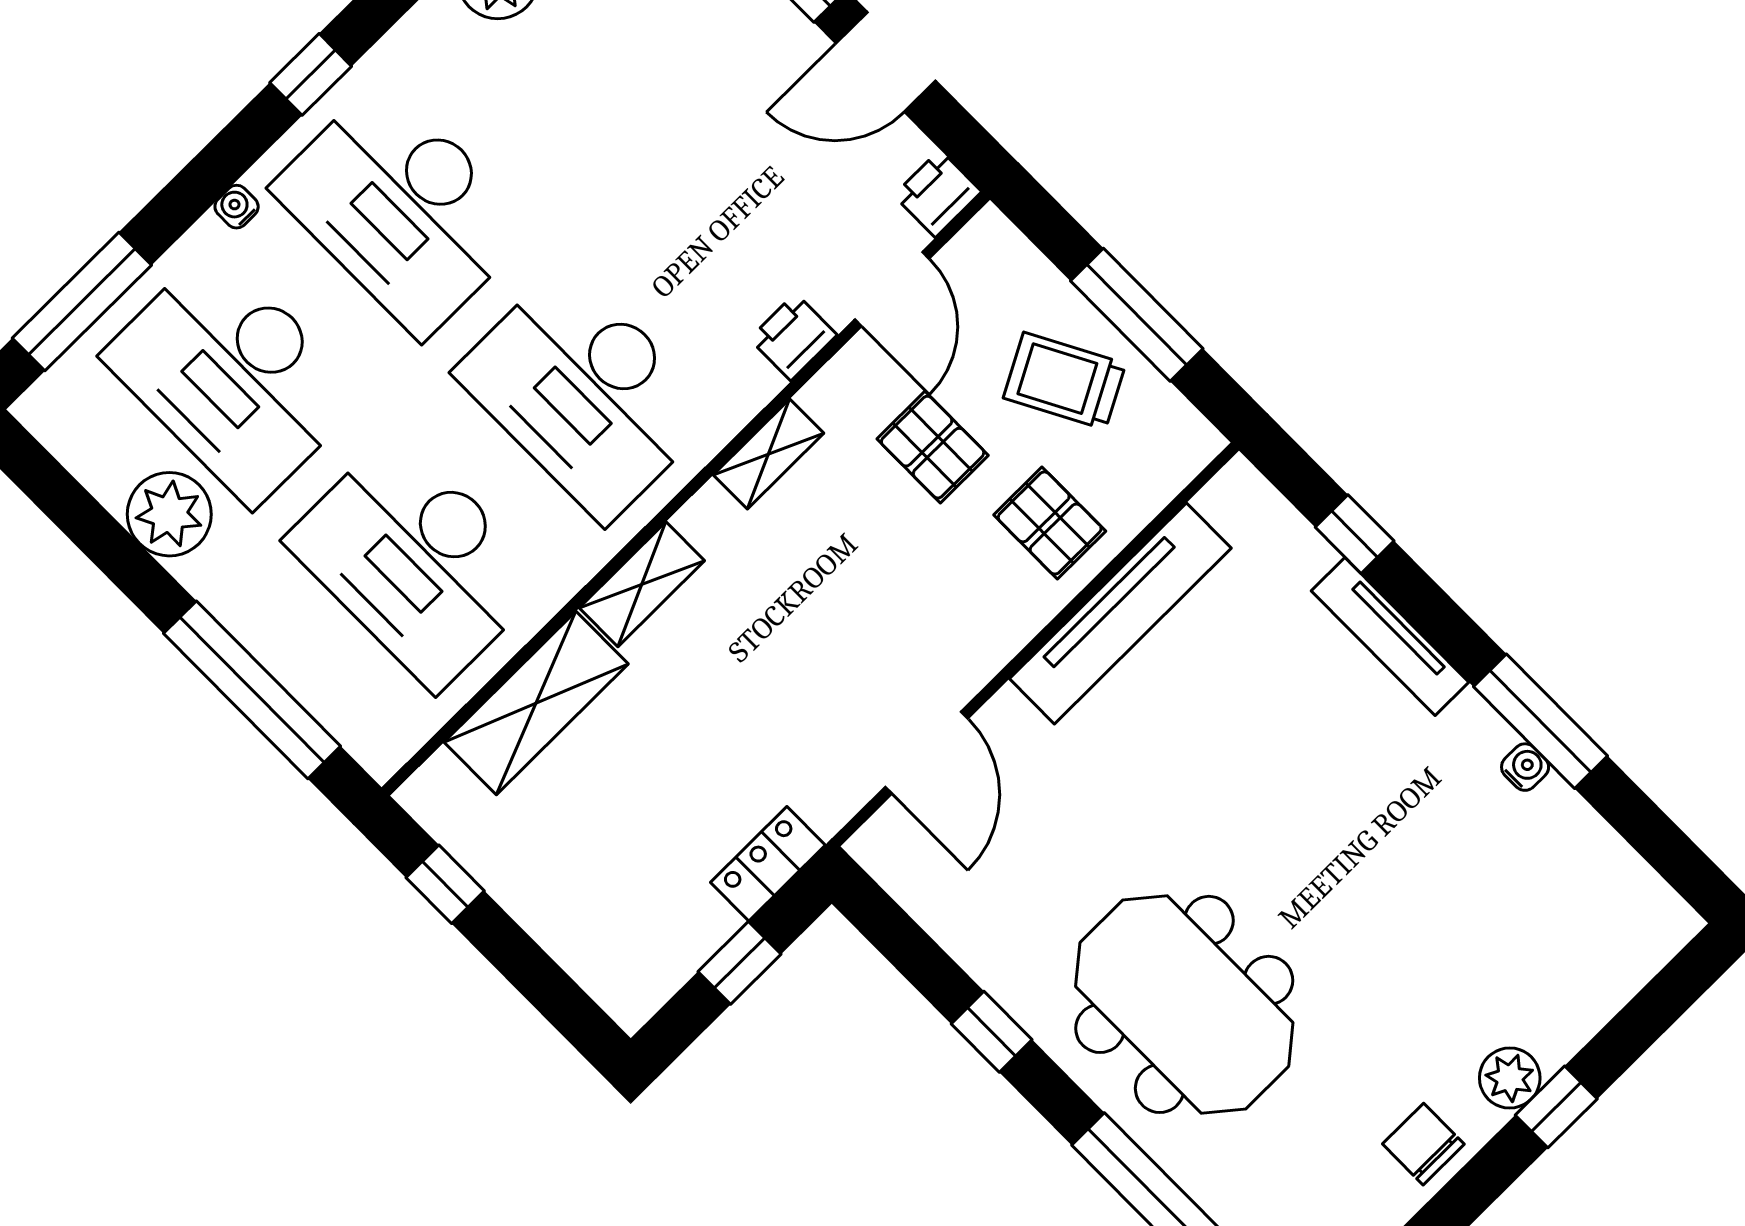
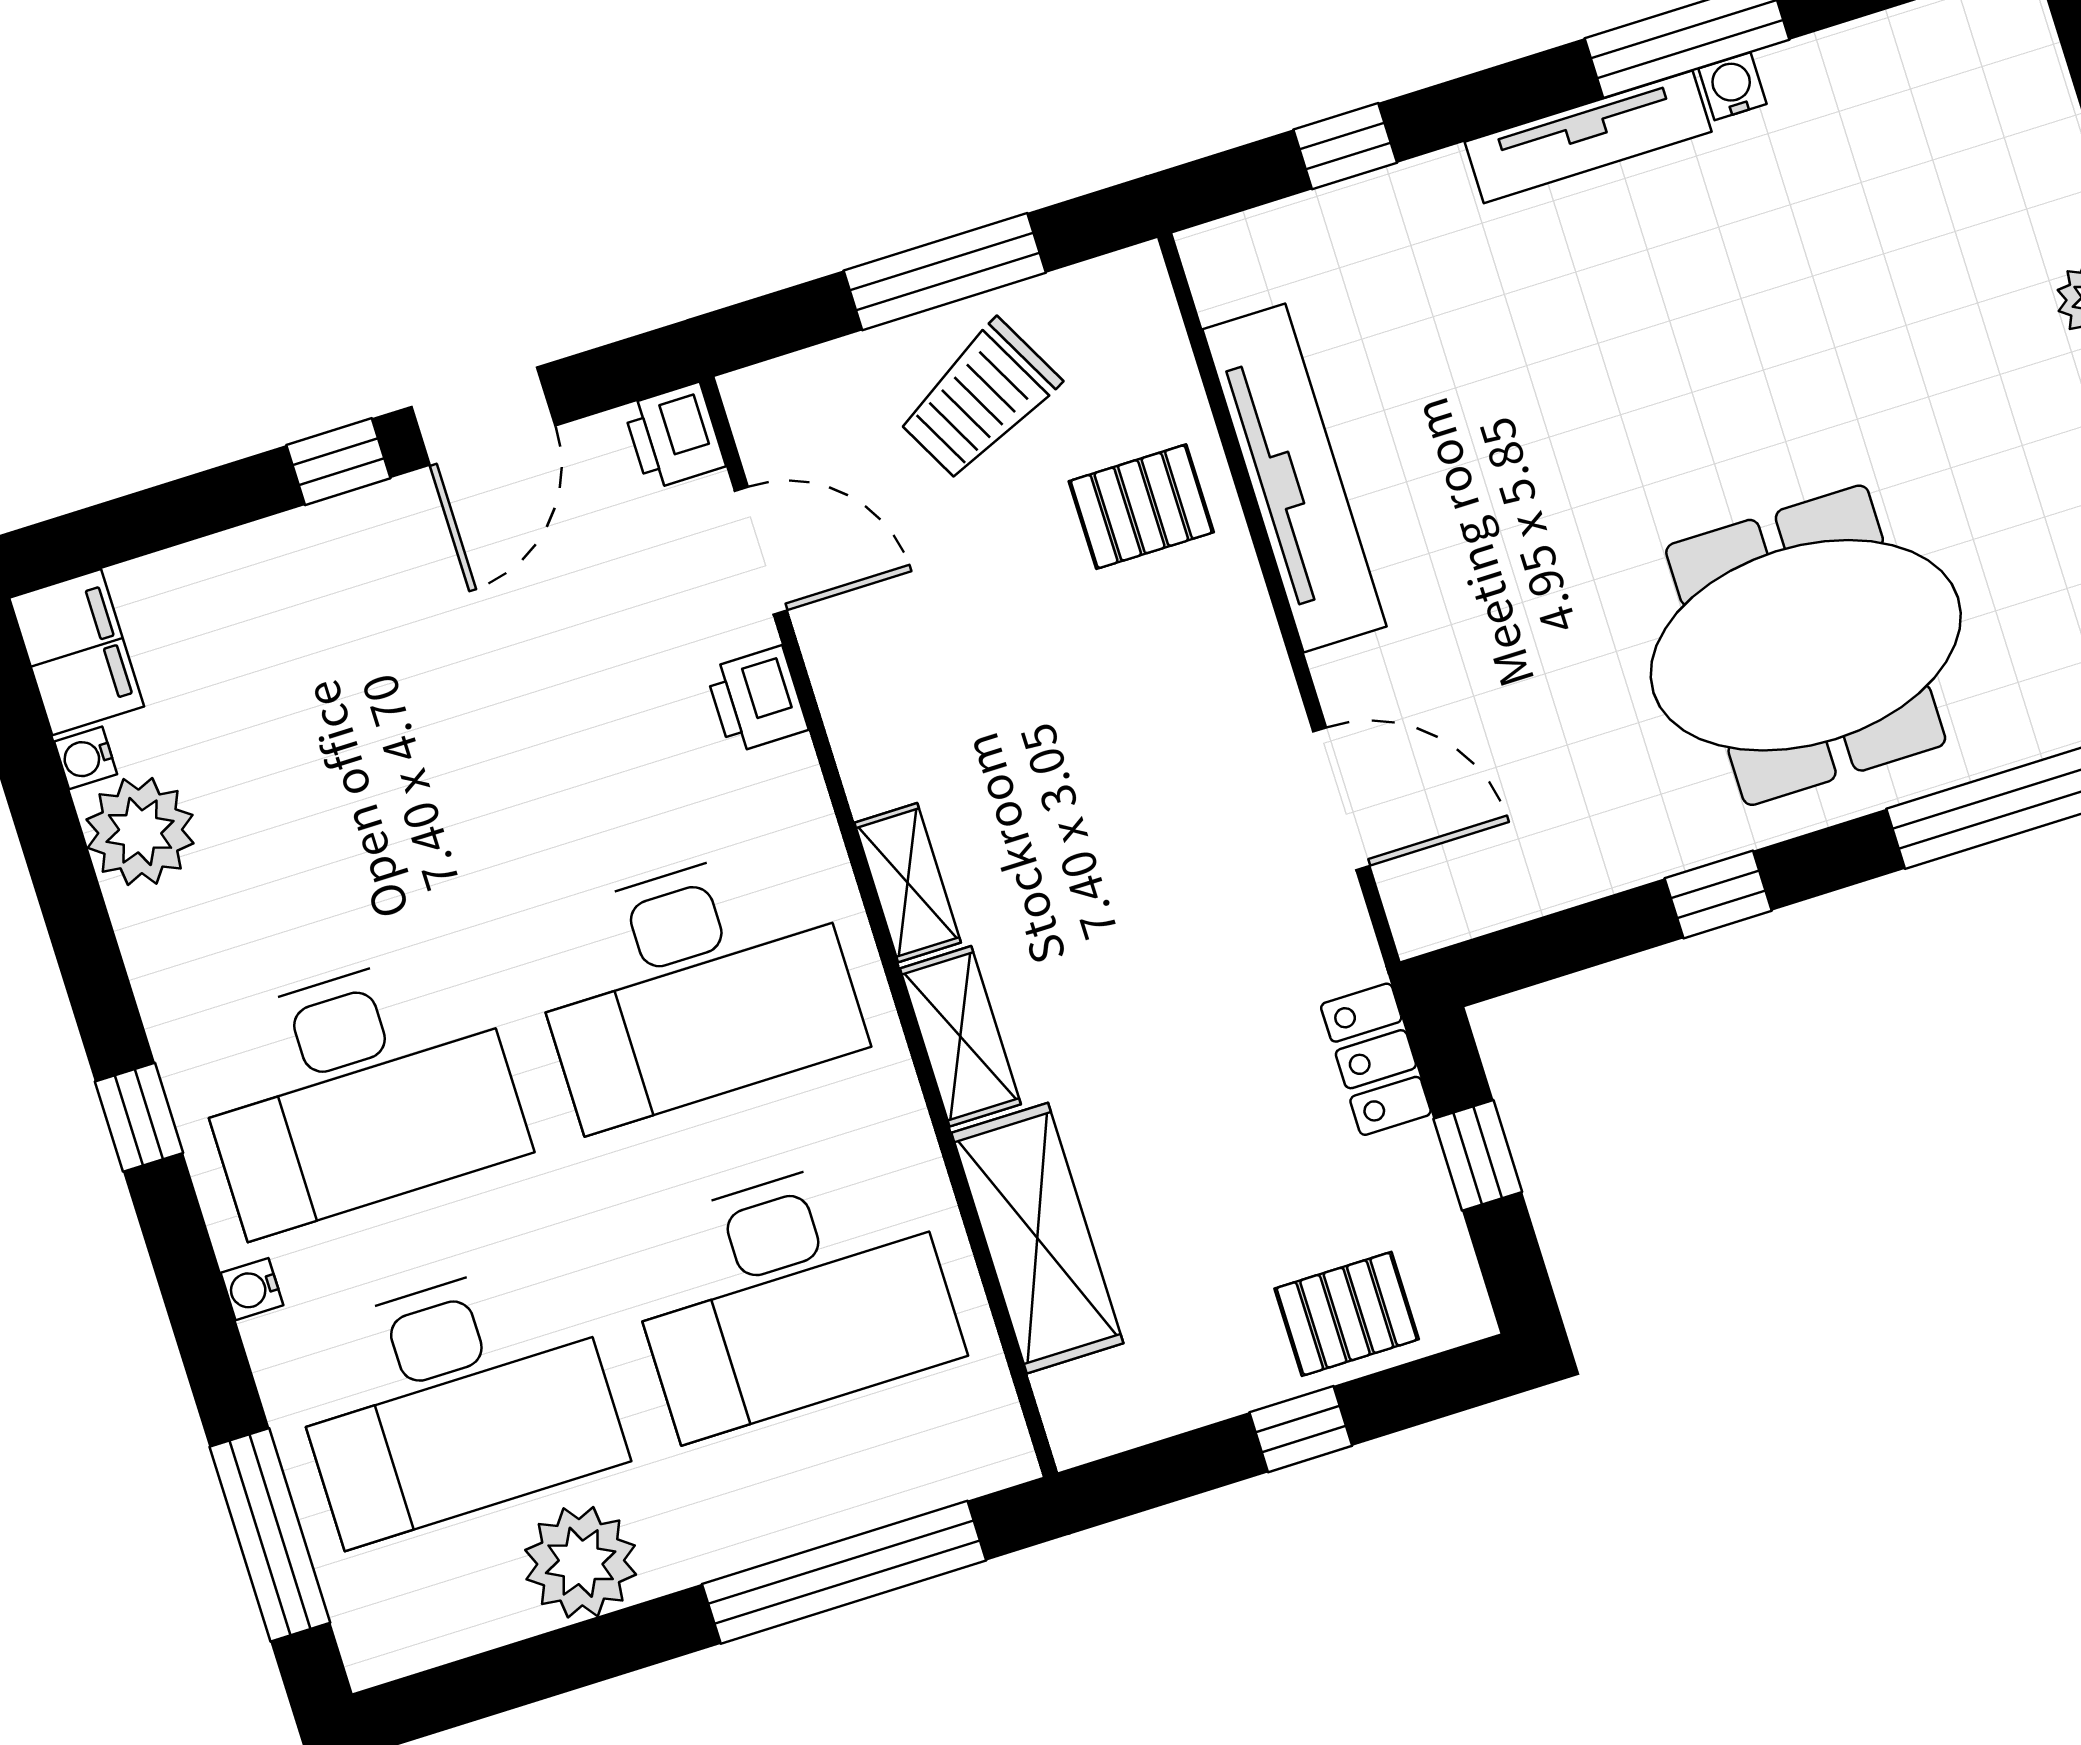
pallet: (933, 447) -> (1347, 1314), moved
shelving: (768, 454) -> (908, 883), moved
tv unit: (1390, 636) -> (1588, 137), moved
window: (445, 884) -> (1301, 1429), moved

